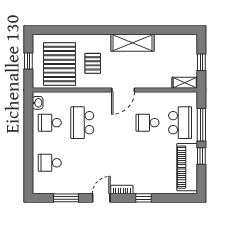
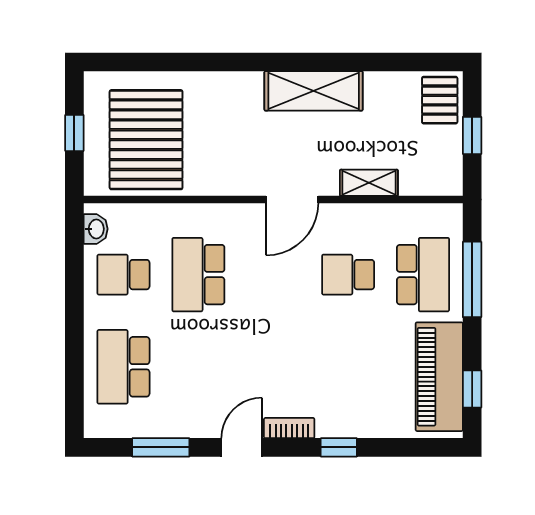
pallet: (93, 63) -> (440, 100), moved
shelving: (185, 83) -> (369, 183), moved
window: (201, 156) -> (472, 389), moved
school desk: (50, 163) -> (123, 367), width x1.85

